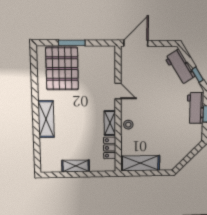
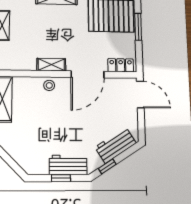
door: (118, 91) -> (88, 74), width x1.87
locker: (110, 148) -> (121, 65), moved

